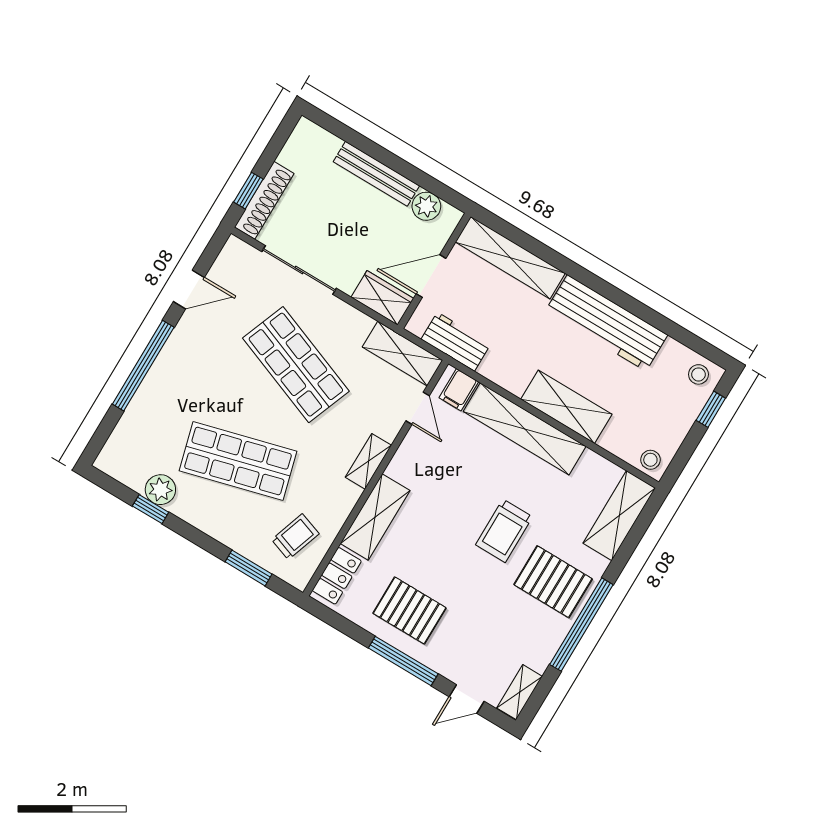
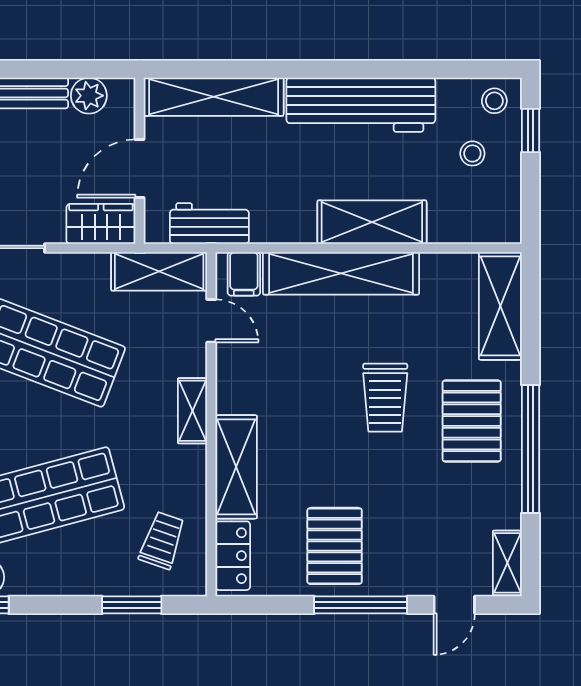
stool: (650, 460) -> (472, 153), moved
pallet: (553, 582) -> (472, 421), turned 90
pallet: (410, 611) -> (335, 546), turned 90

